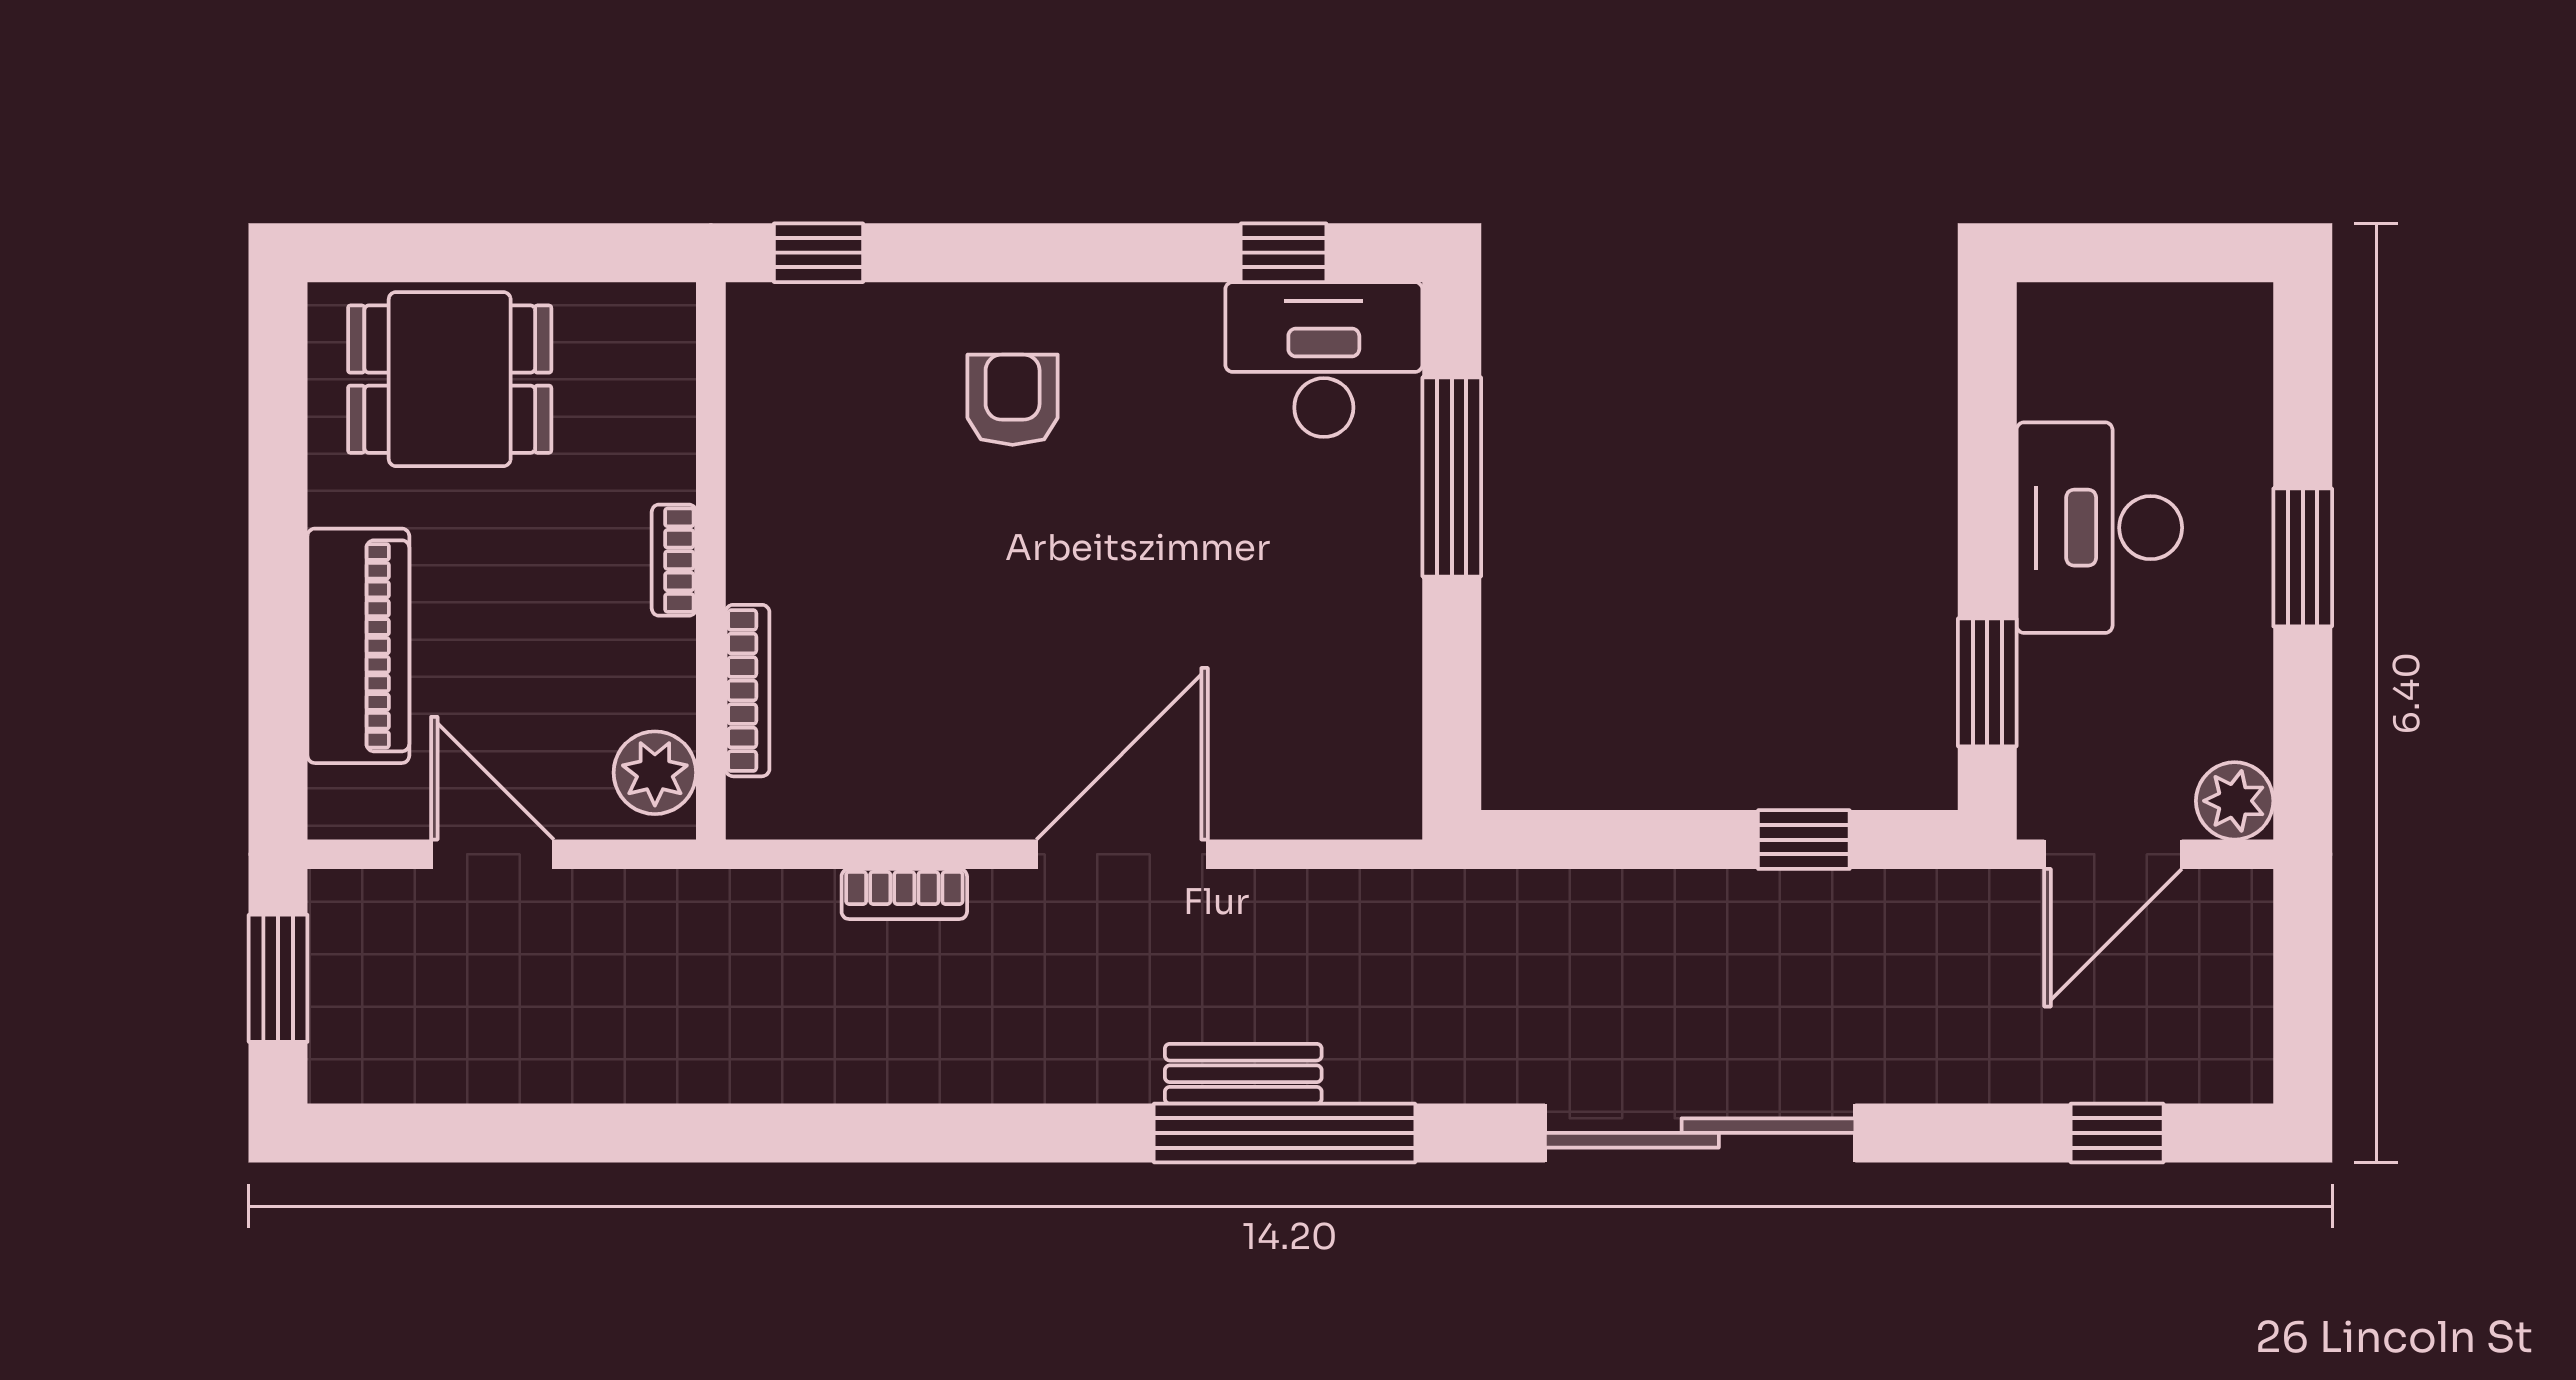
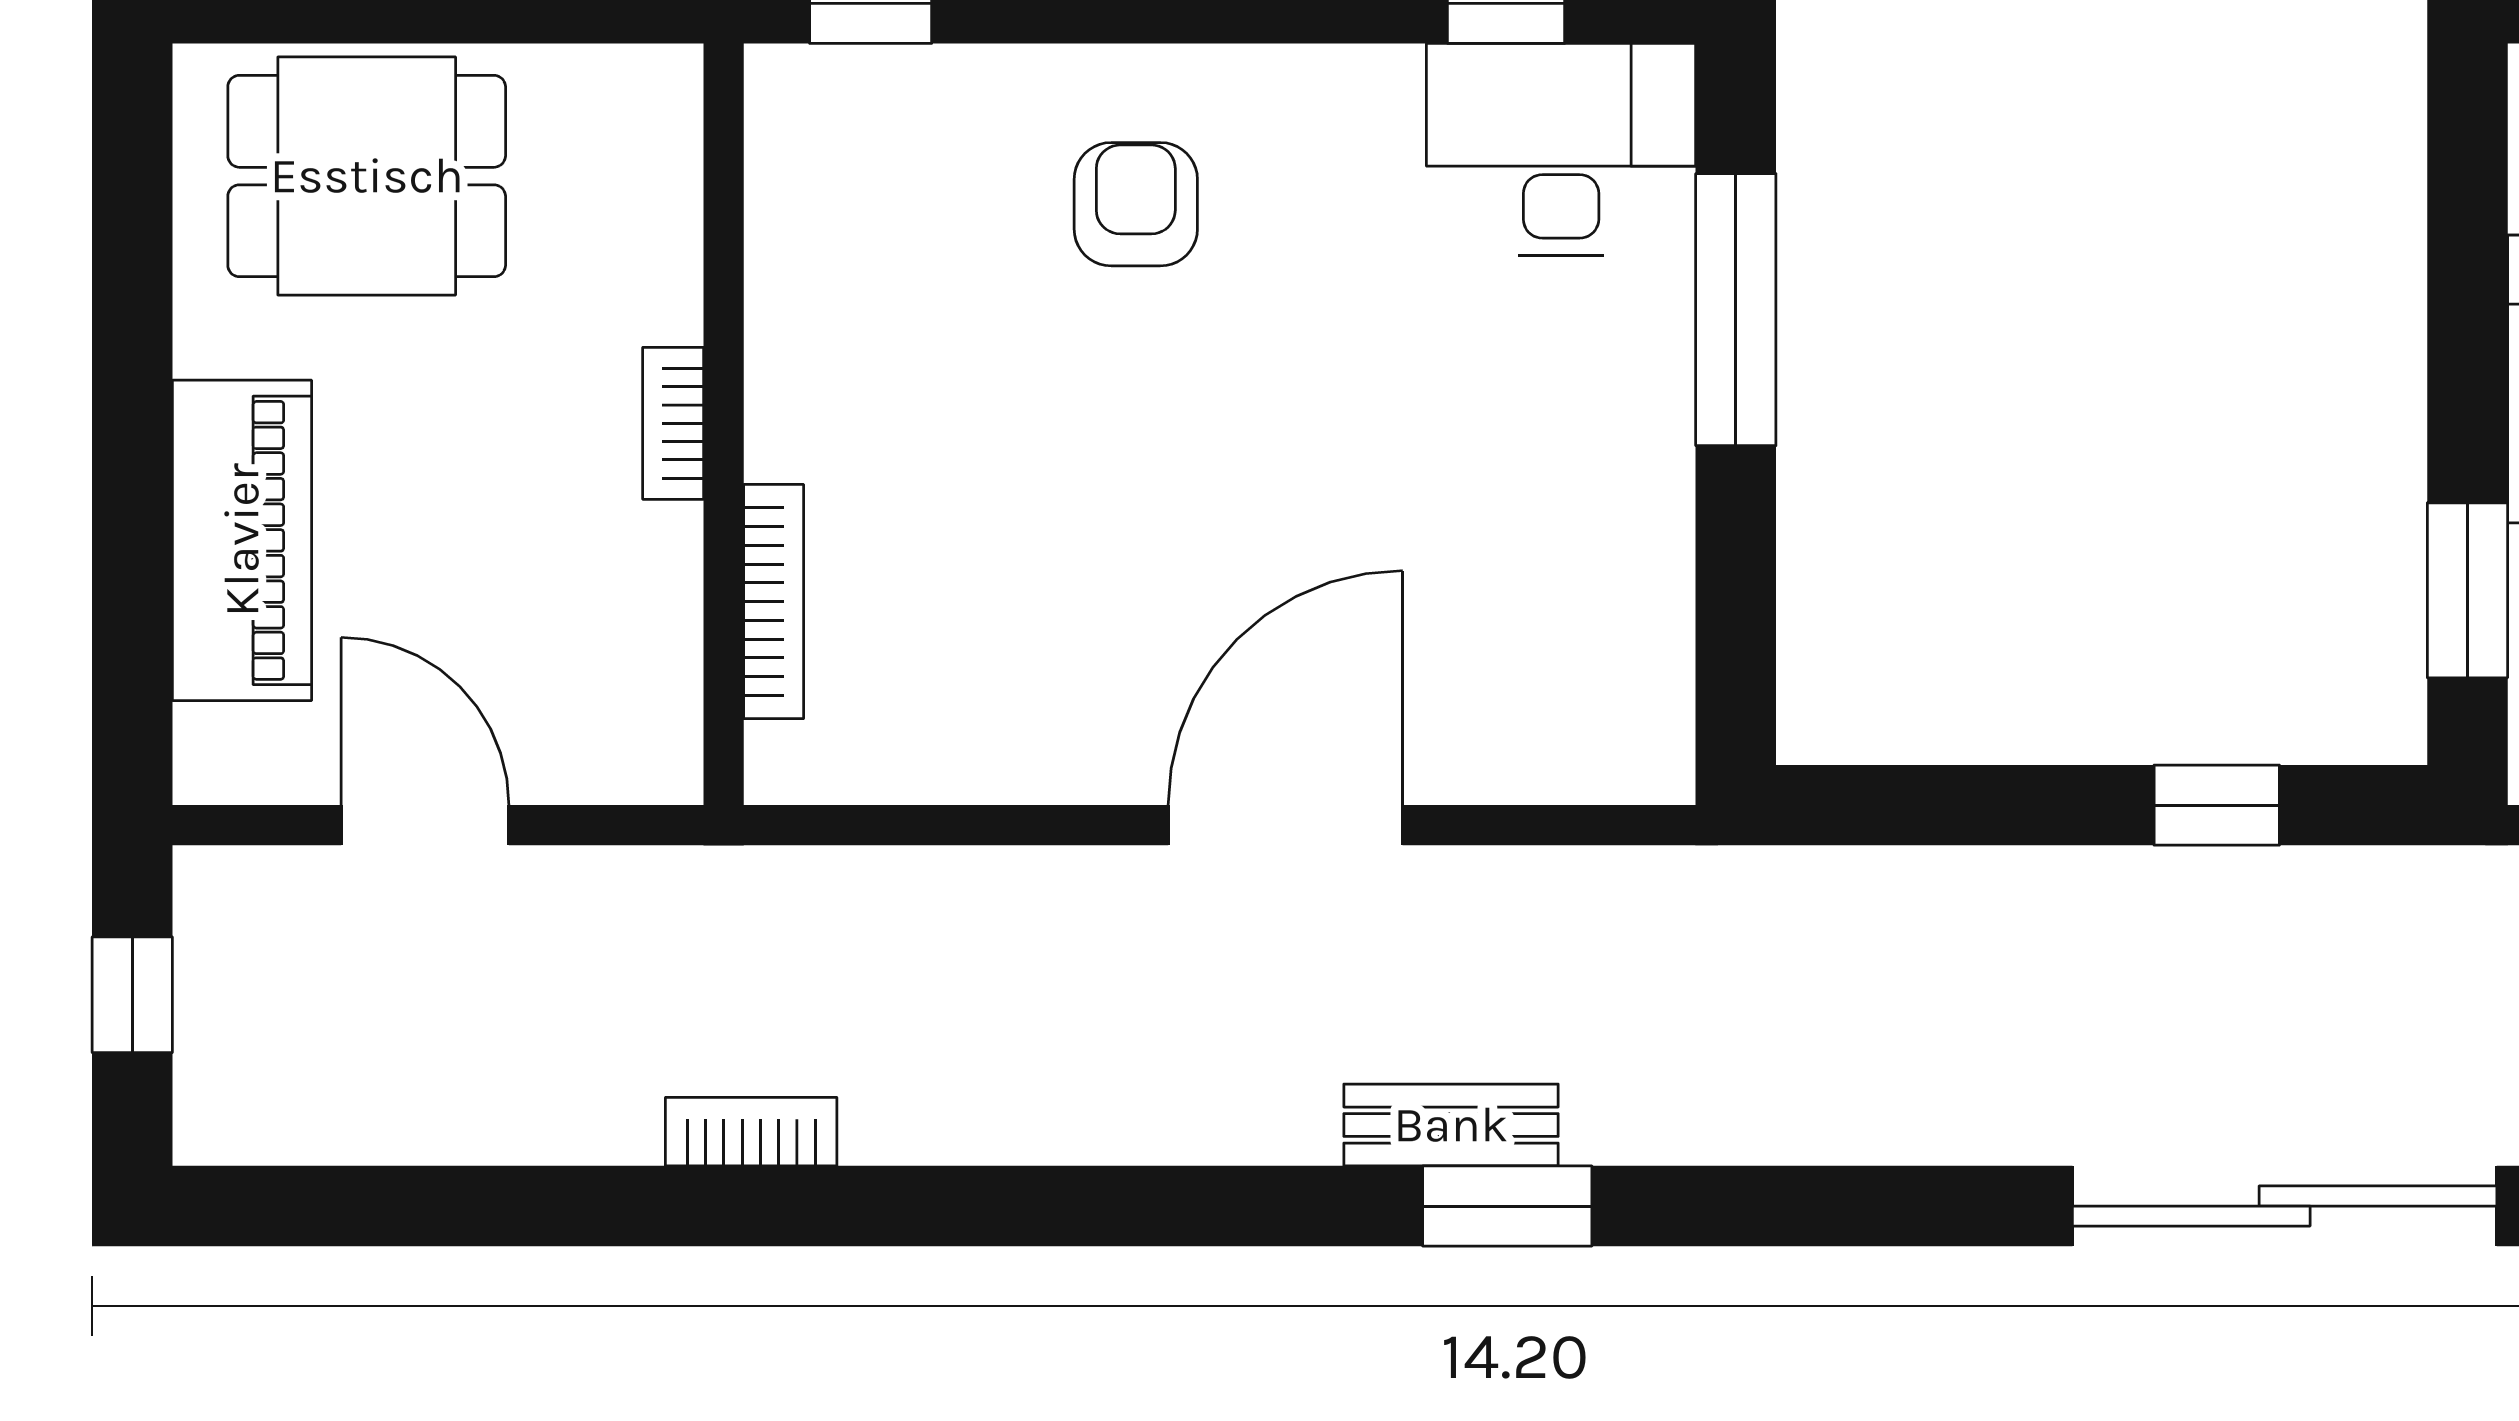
plant: (655, 773) -> (647, 714), removed
bookcase: (904, 894) -> (751, 1132), moved, turned 180
window: (278, 978) -> (132, 995), width x0.67
window: (1284, 1133) -> (1507, 1206), width x0.47
sliding door: (1700, 1133) -> (2285, 1206), moved

